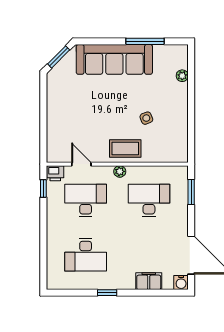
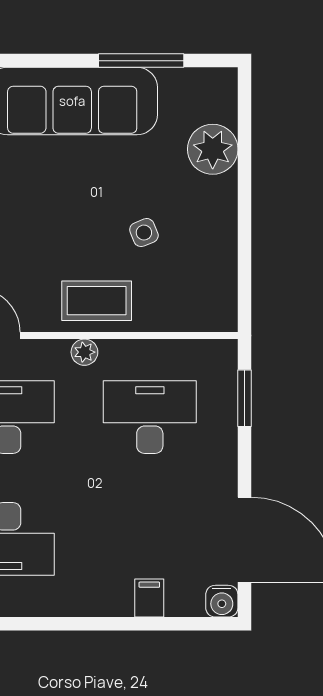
plant: (182, 76) -> (213, 149), width x1.87, depth x1.87
filing cabinet: (149, 281) -> (149, 598), width x0.50
window: (107, 293) -> (56, 624), removed

